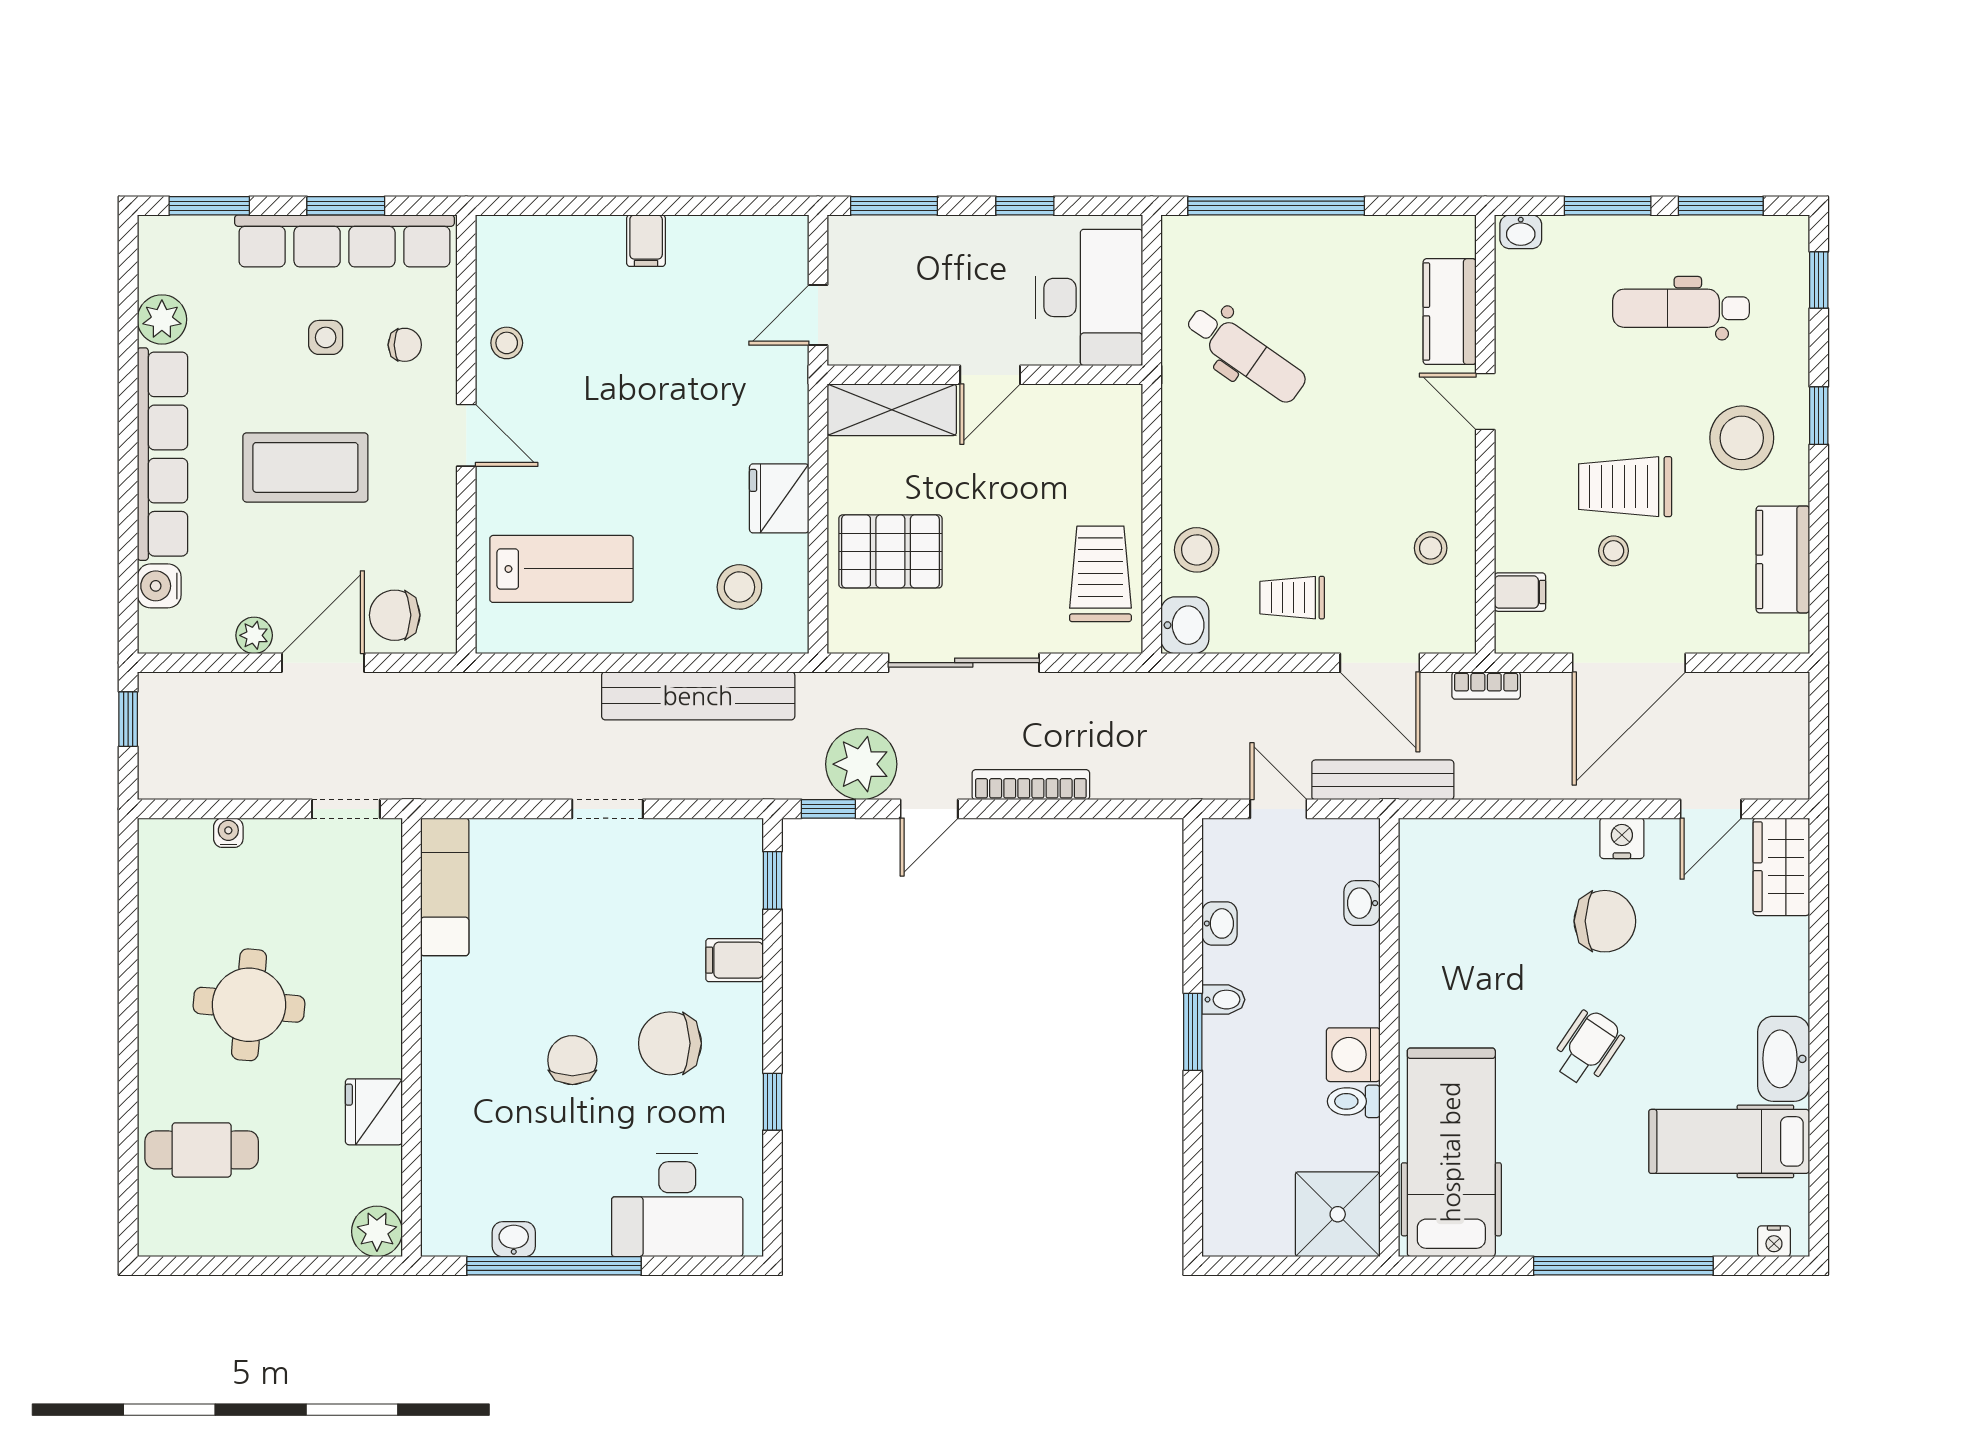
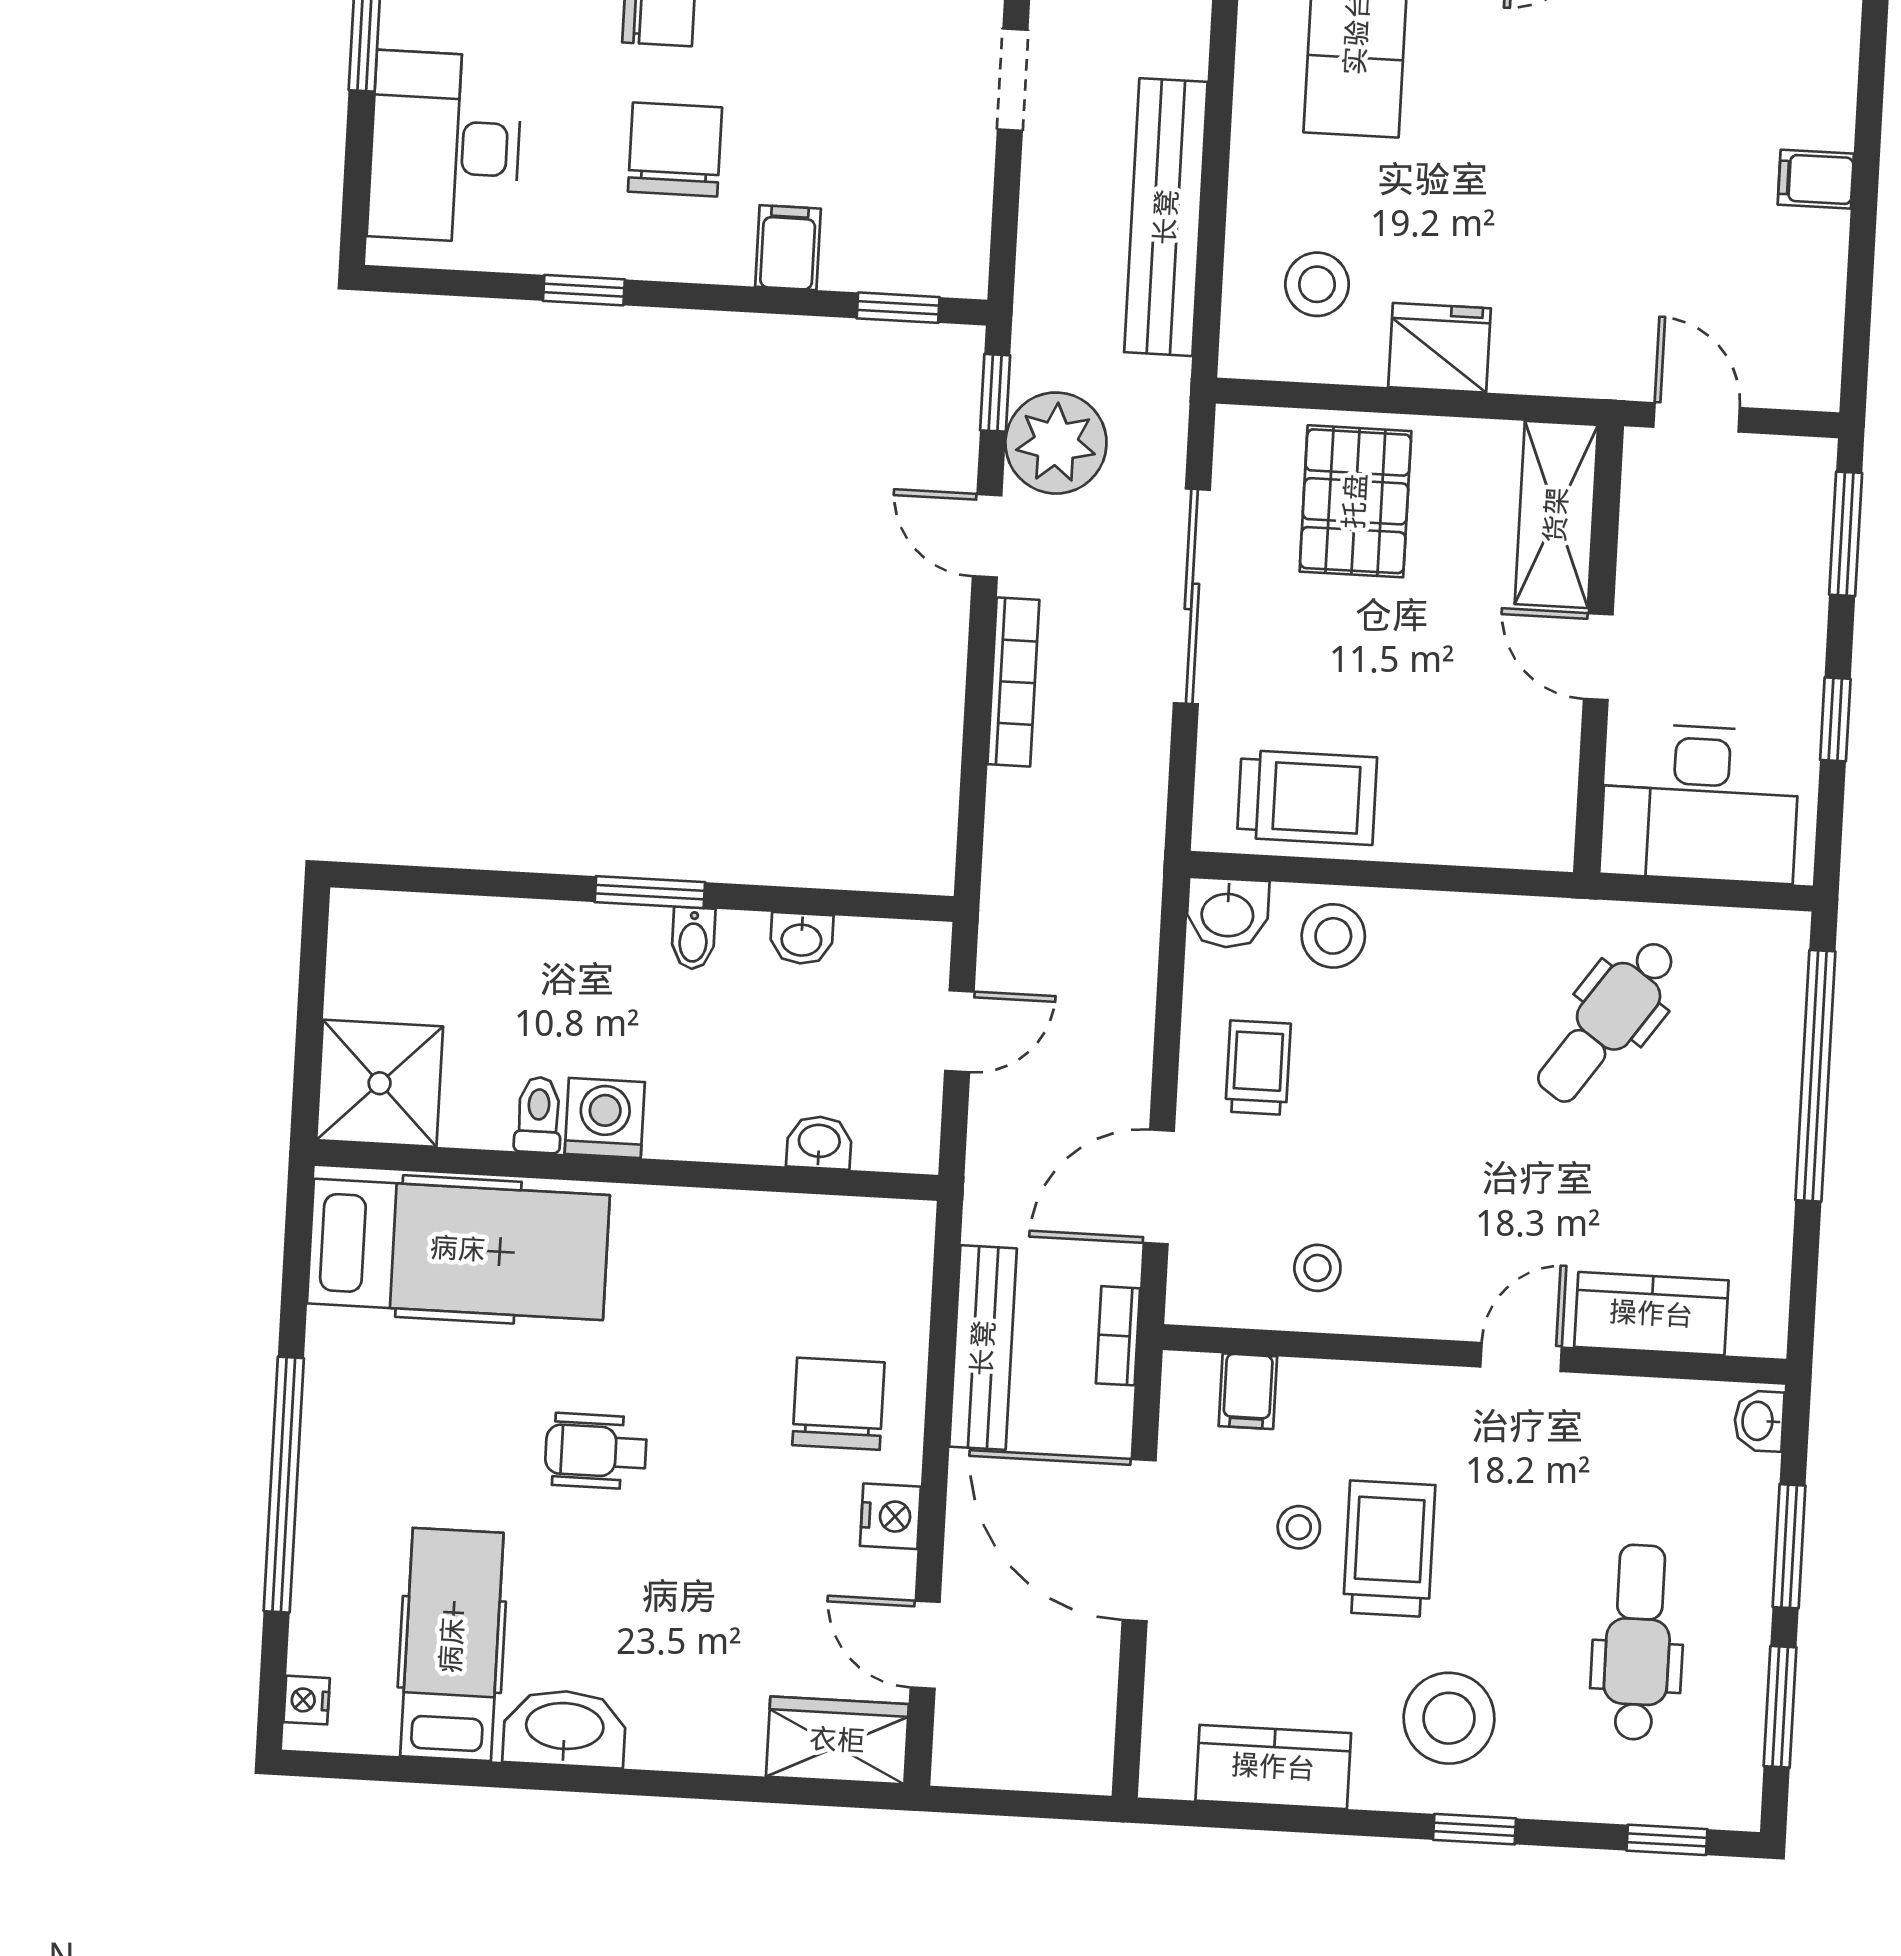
bench: (1383, 780) -> (983, 1348), moved
chair: (1605, 921) -> (838, 1404), moved, turned 180
wheelchair: (1588, 1048) -> (596, 1451), turned 146

